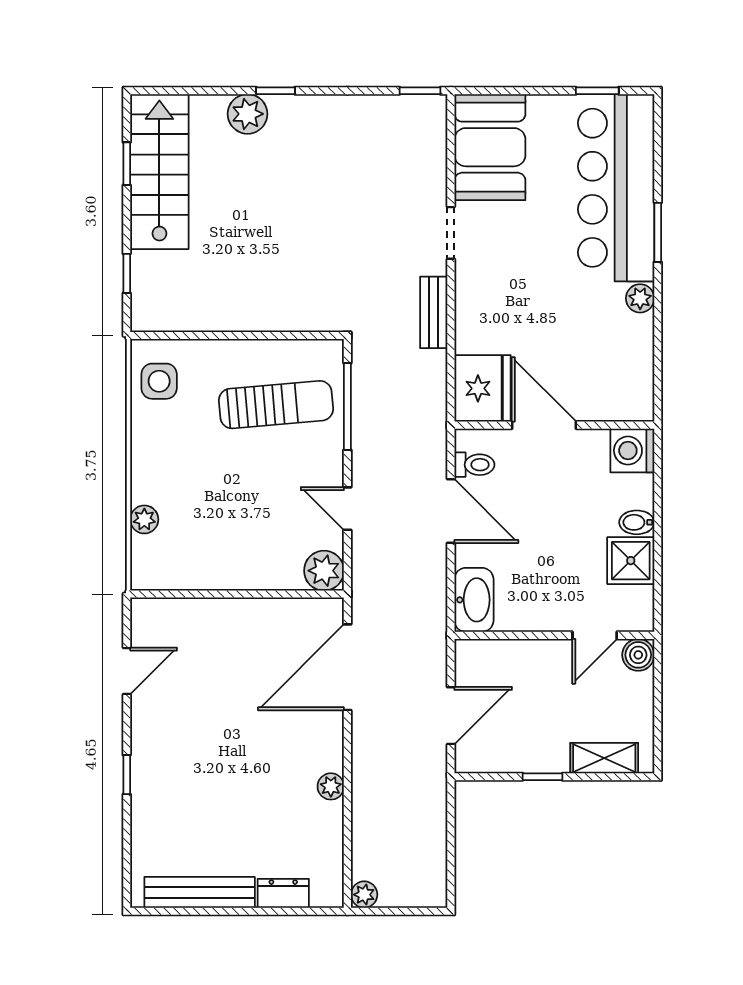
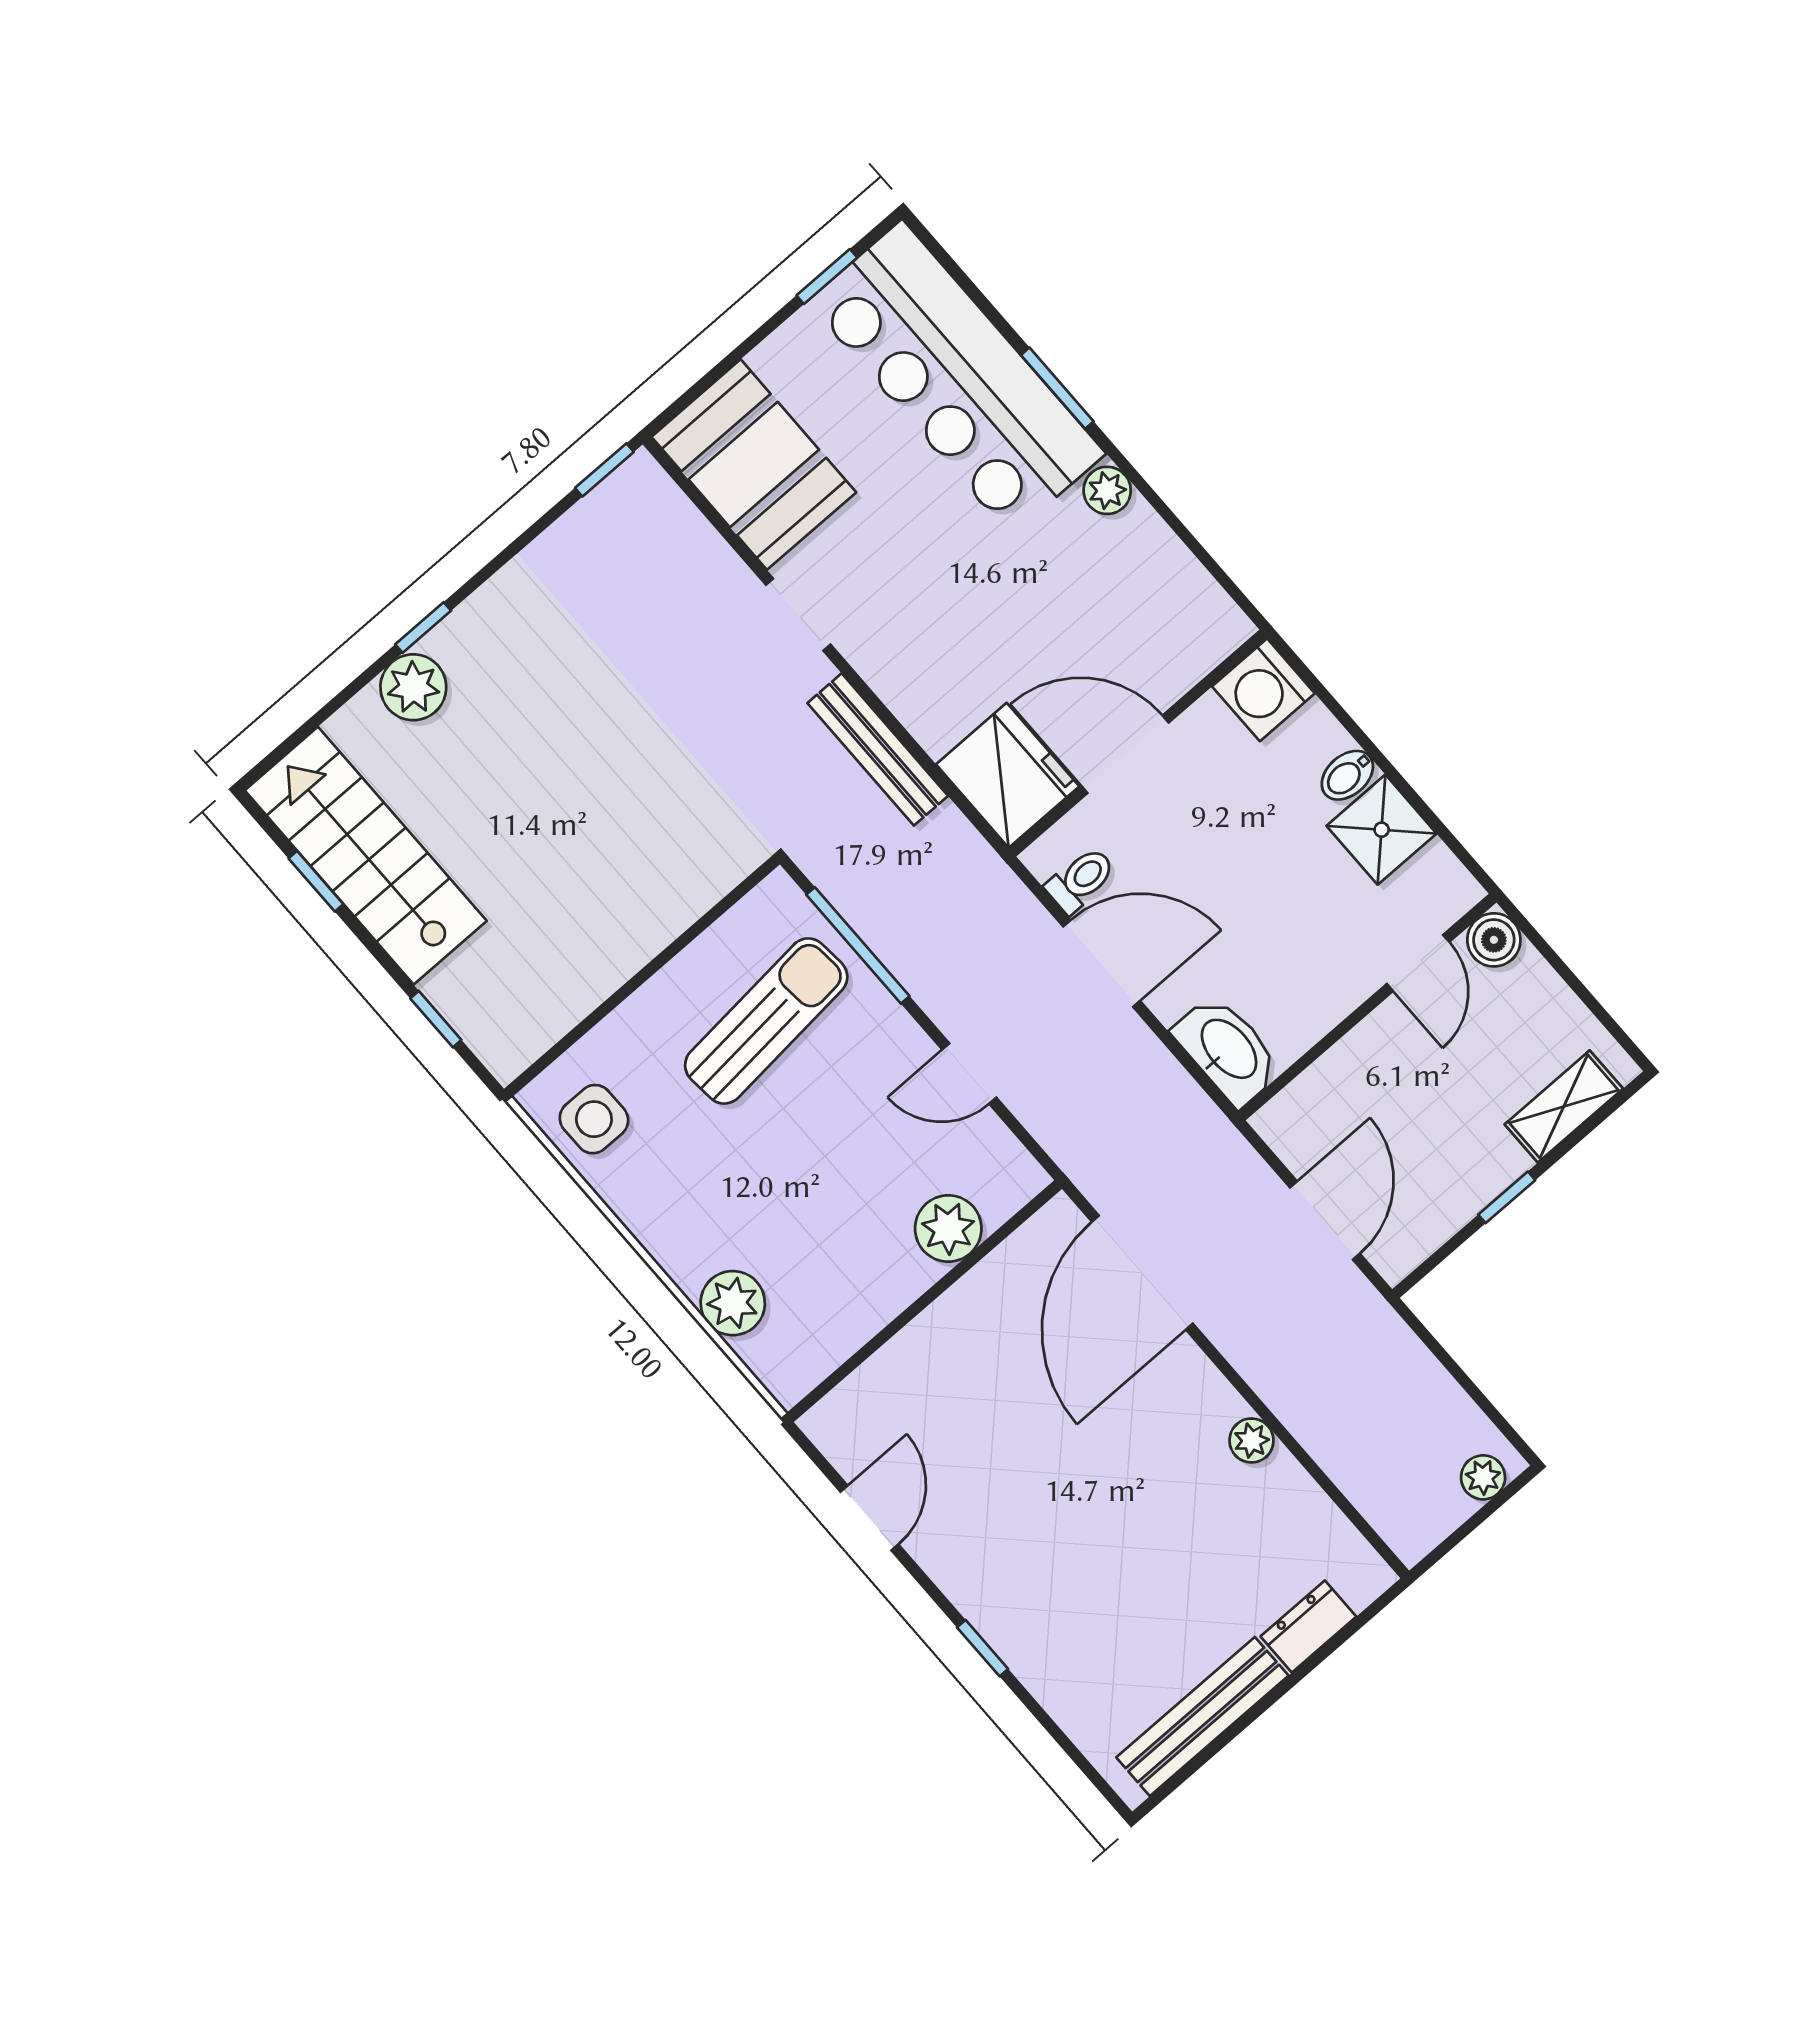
bench: (434, 312) -> (878, 749), width x1.36
plant: (144, 519) -> (733, 1303), width x1.38, depth x1.38
plant: (324, 571) -> (948, 1229), moved
plant: (364, 895) -> (1483, 1477), moved

